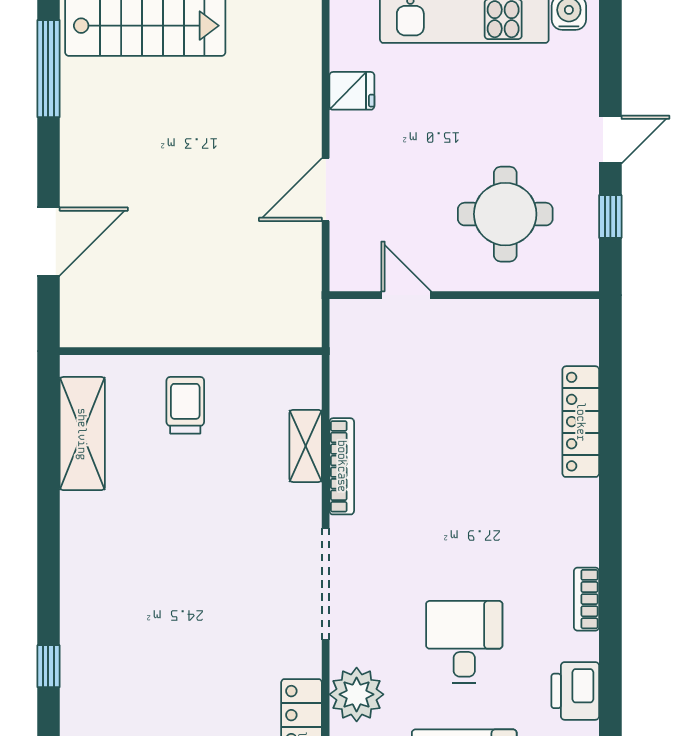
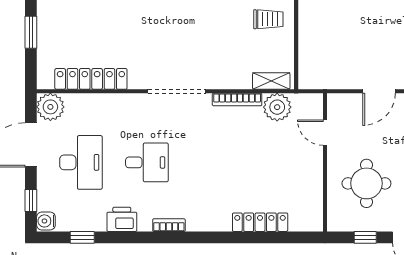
door: (326, 190) -> (379, 91), swing flipped
door: (406, 295) -> (325, 133), swing flipped
shelving: (306, 446) -> (271, 81), moved
plant: (357, 694) -> (277, 107), moved

